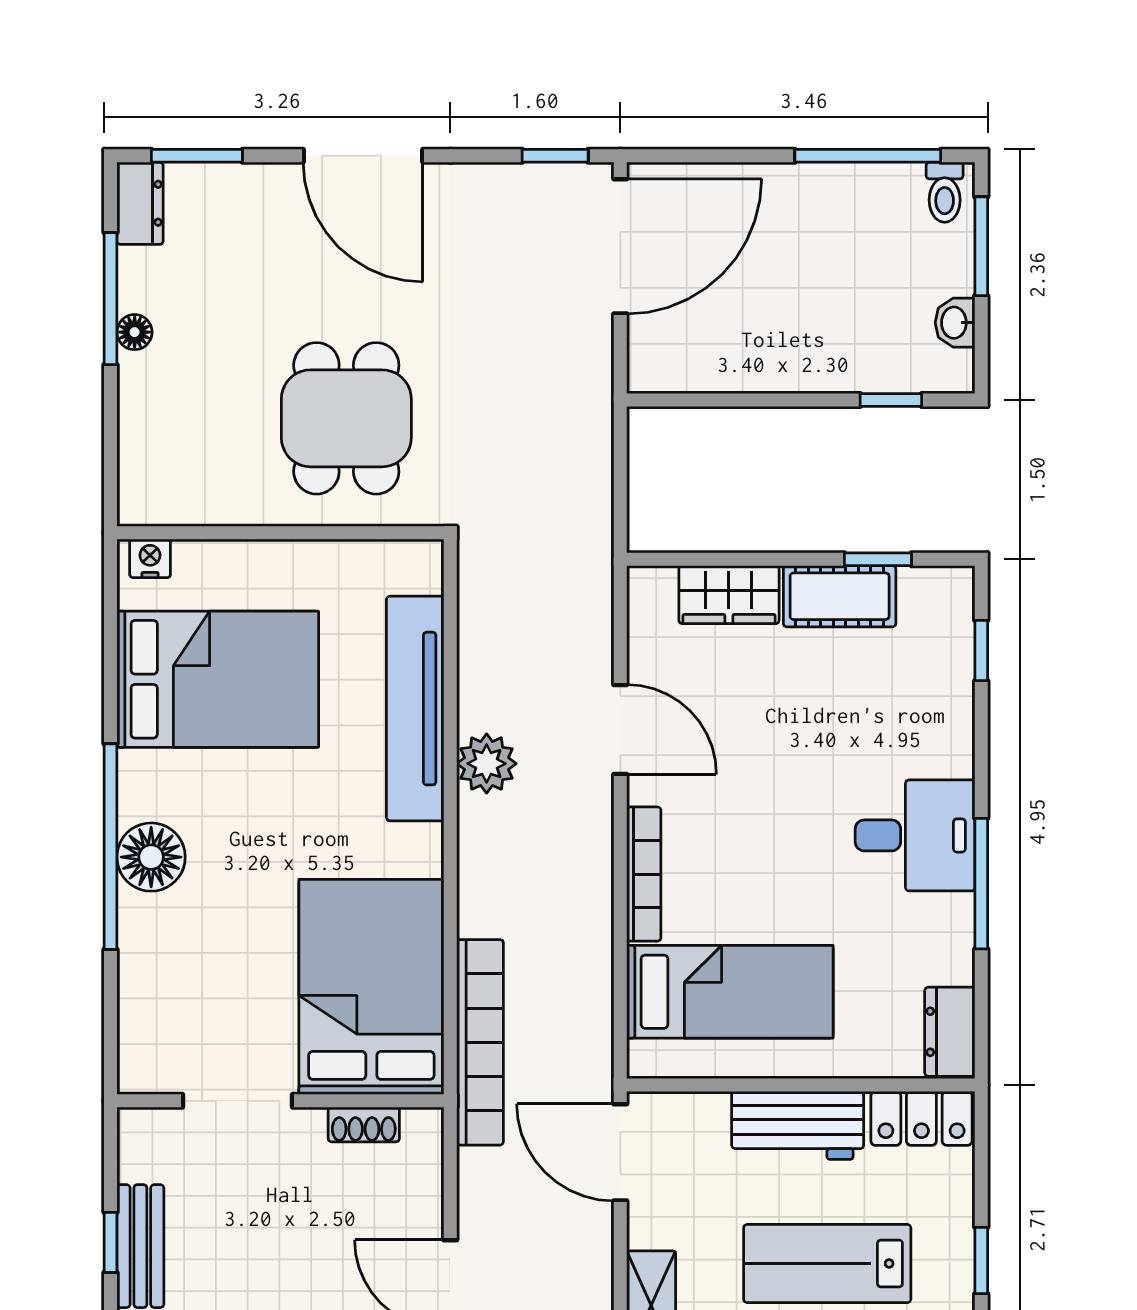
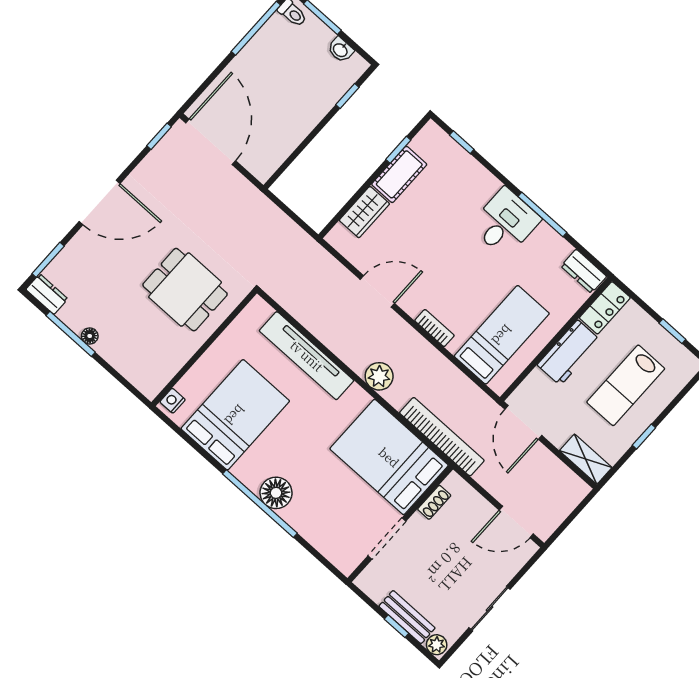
plant: (487, 764) -> (379, 376), moved
bookcase: (644, 874) -> (434, 328), width x0.64
door: (620, 1152) -> (523, 422), hinge flipped

